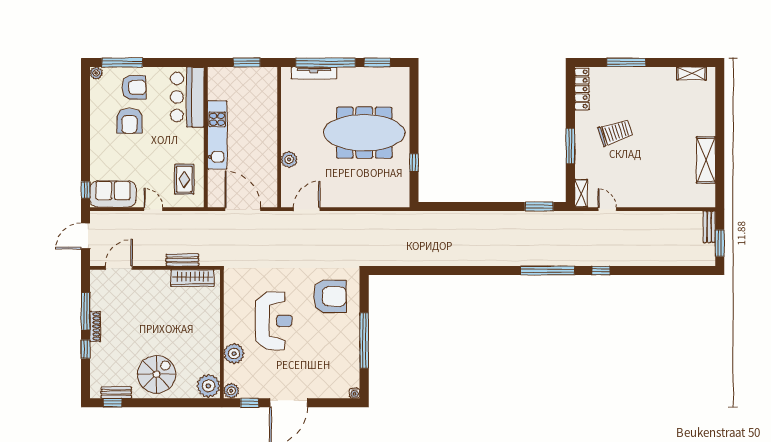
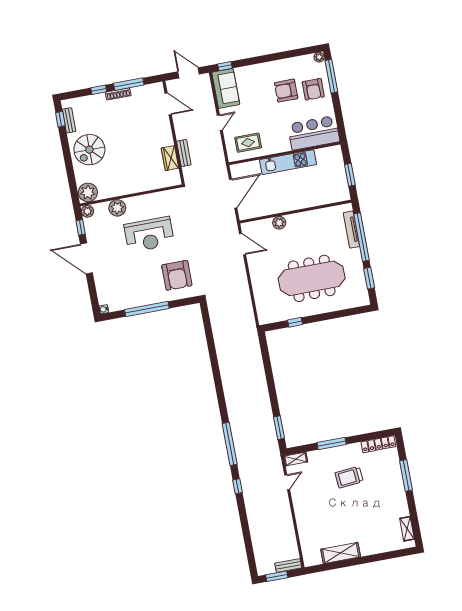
trolley: (615, 132) -> (349, 477), turned 103
meeting table: (364, 133) -> (312, 278), turned 90
wardrobe: (192, 278) -> (170, 158), width x0.67
spiral stairs: (157, 374) -> (89, 150), turned 90

